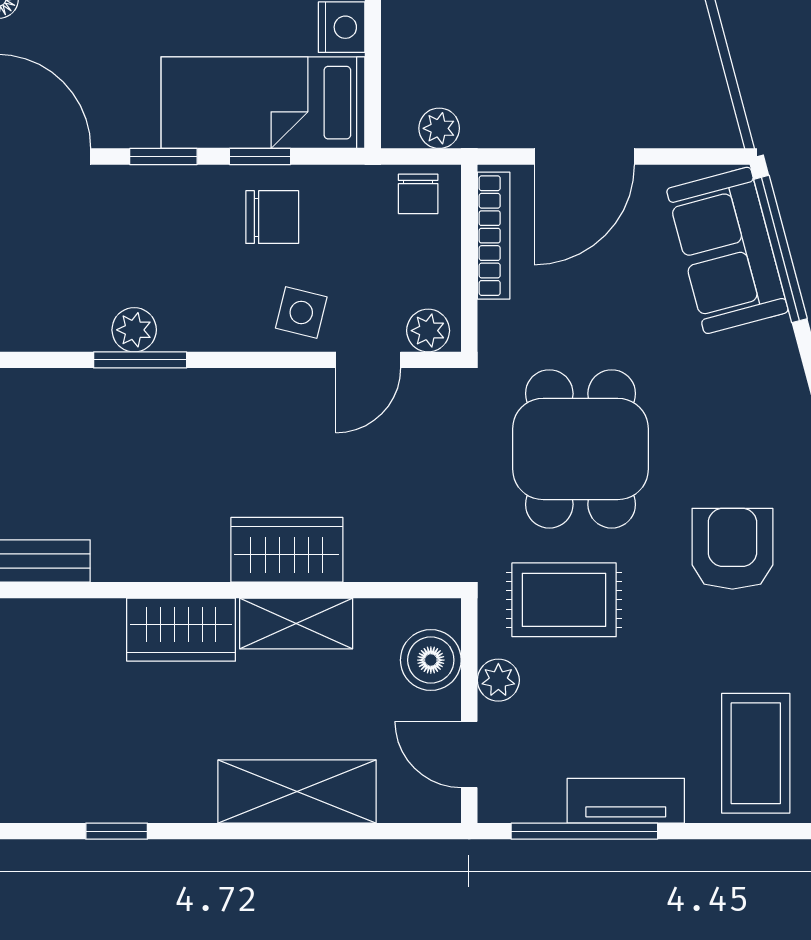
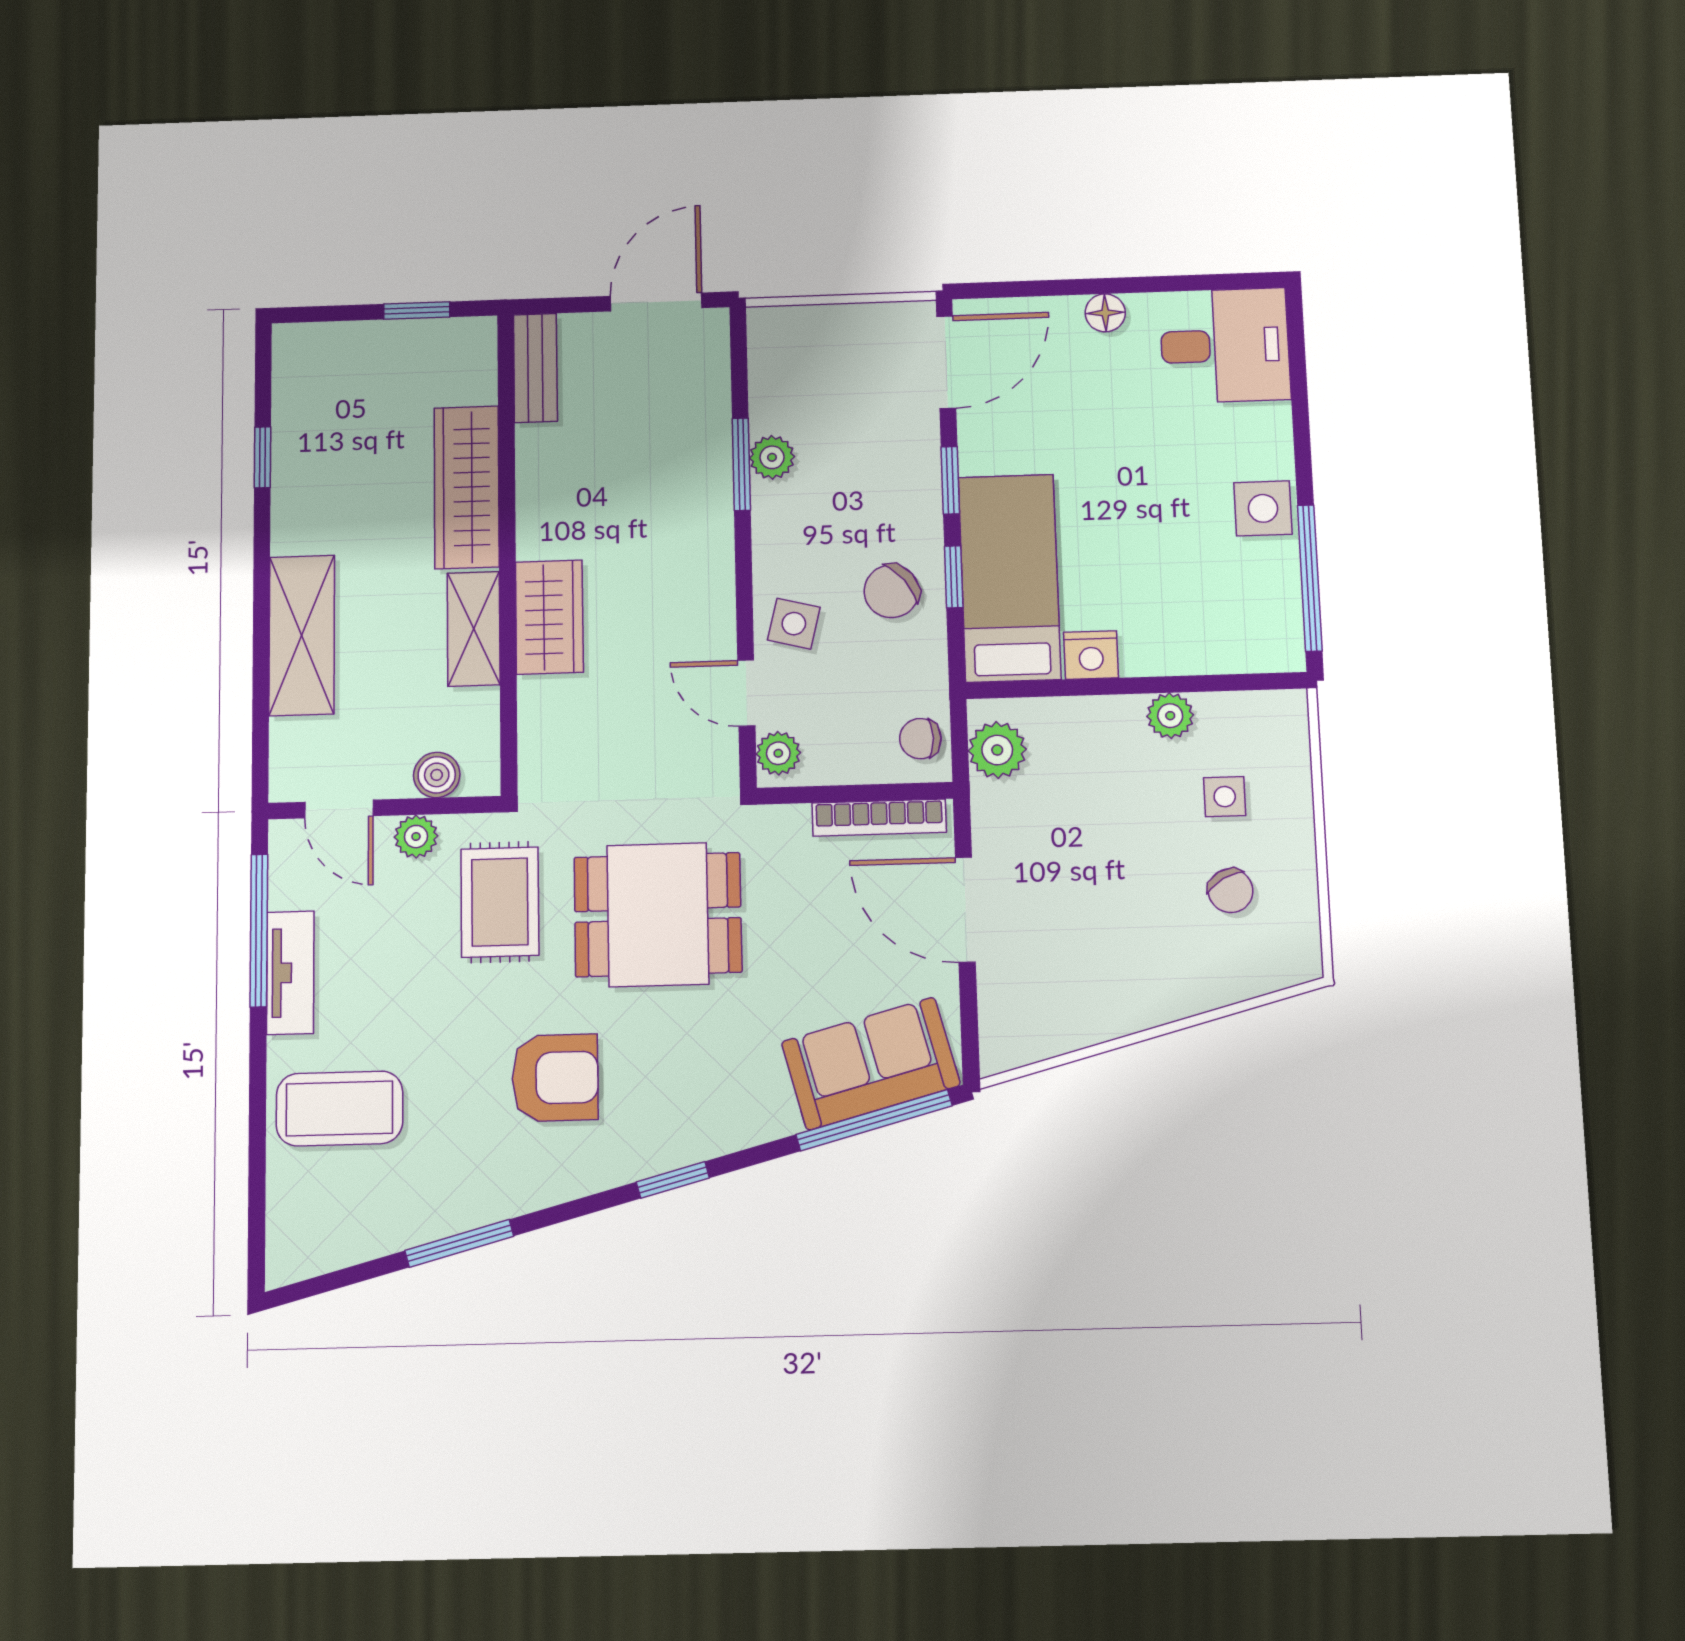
plant: (439, 128) -> (997, 750), width x1.38, depth x1.38
chair: (272, 217) -> (892, 591), turned 51
wardrobe: (181, 630) -> (467, 487), width x1.50
boiler: (431, 660) -> (437, 775), width x0.73, depth x0.73
door: (469, 755) -> (339, 809), swing flipped

